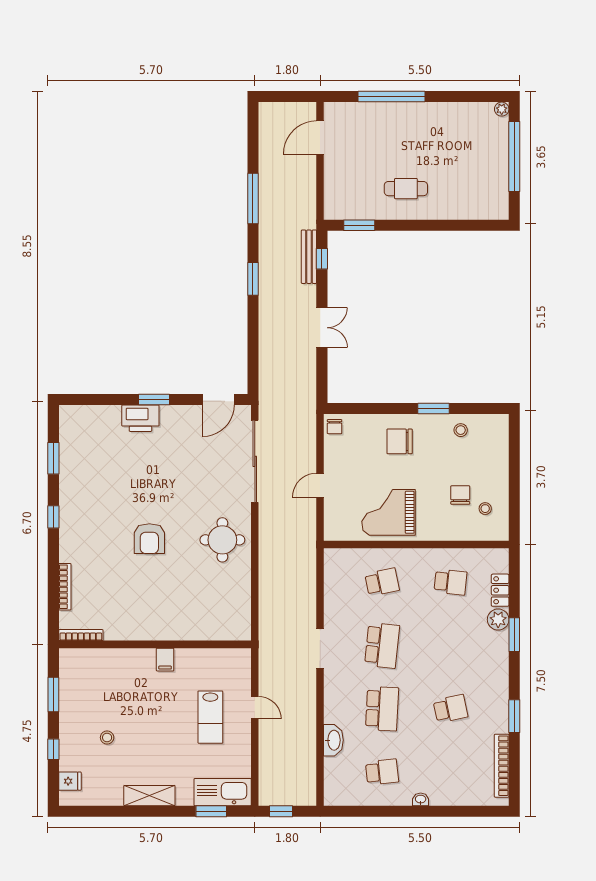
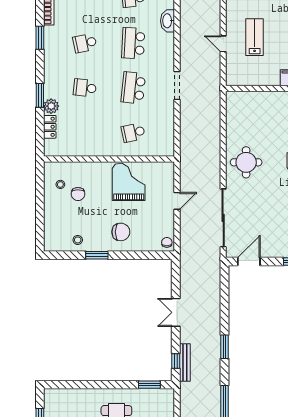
grand piano: (389, 512) -> (129, 182), turned -90
school desk: (450, 582) -> (85, 88), moved

